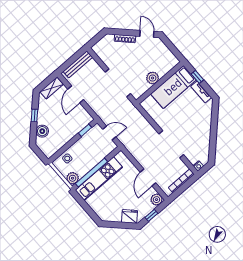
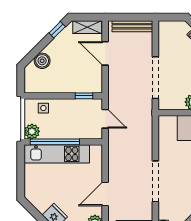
door: (76, 94) -> (105, 53), hinge flipped
window: (34, 115) -> (57, 30), moved

